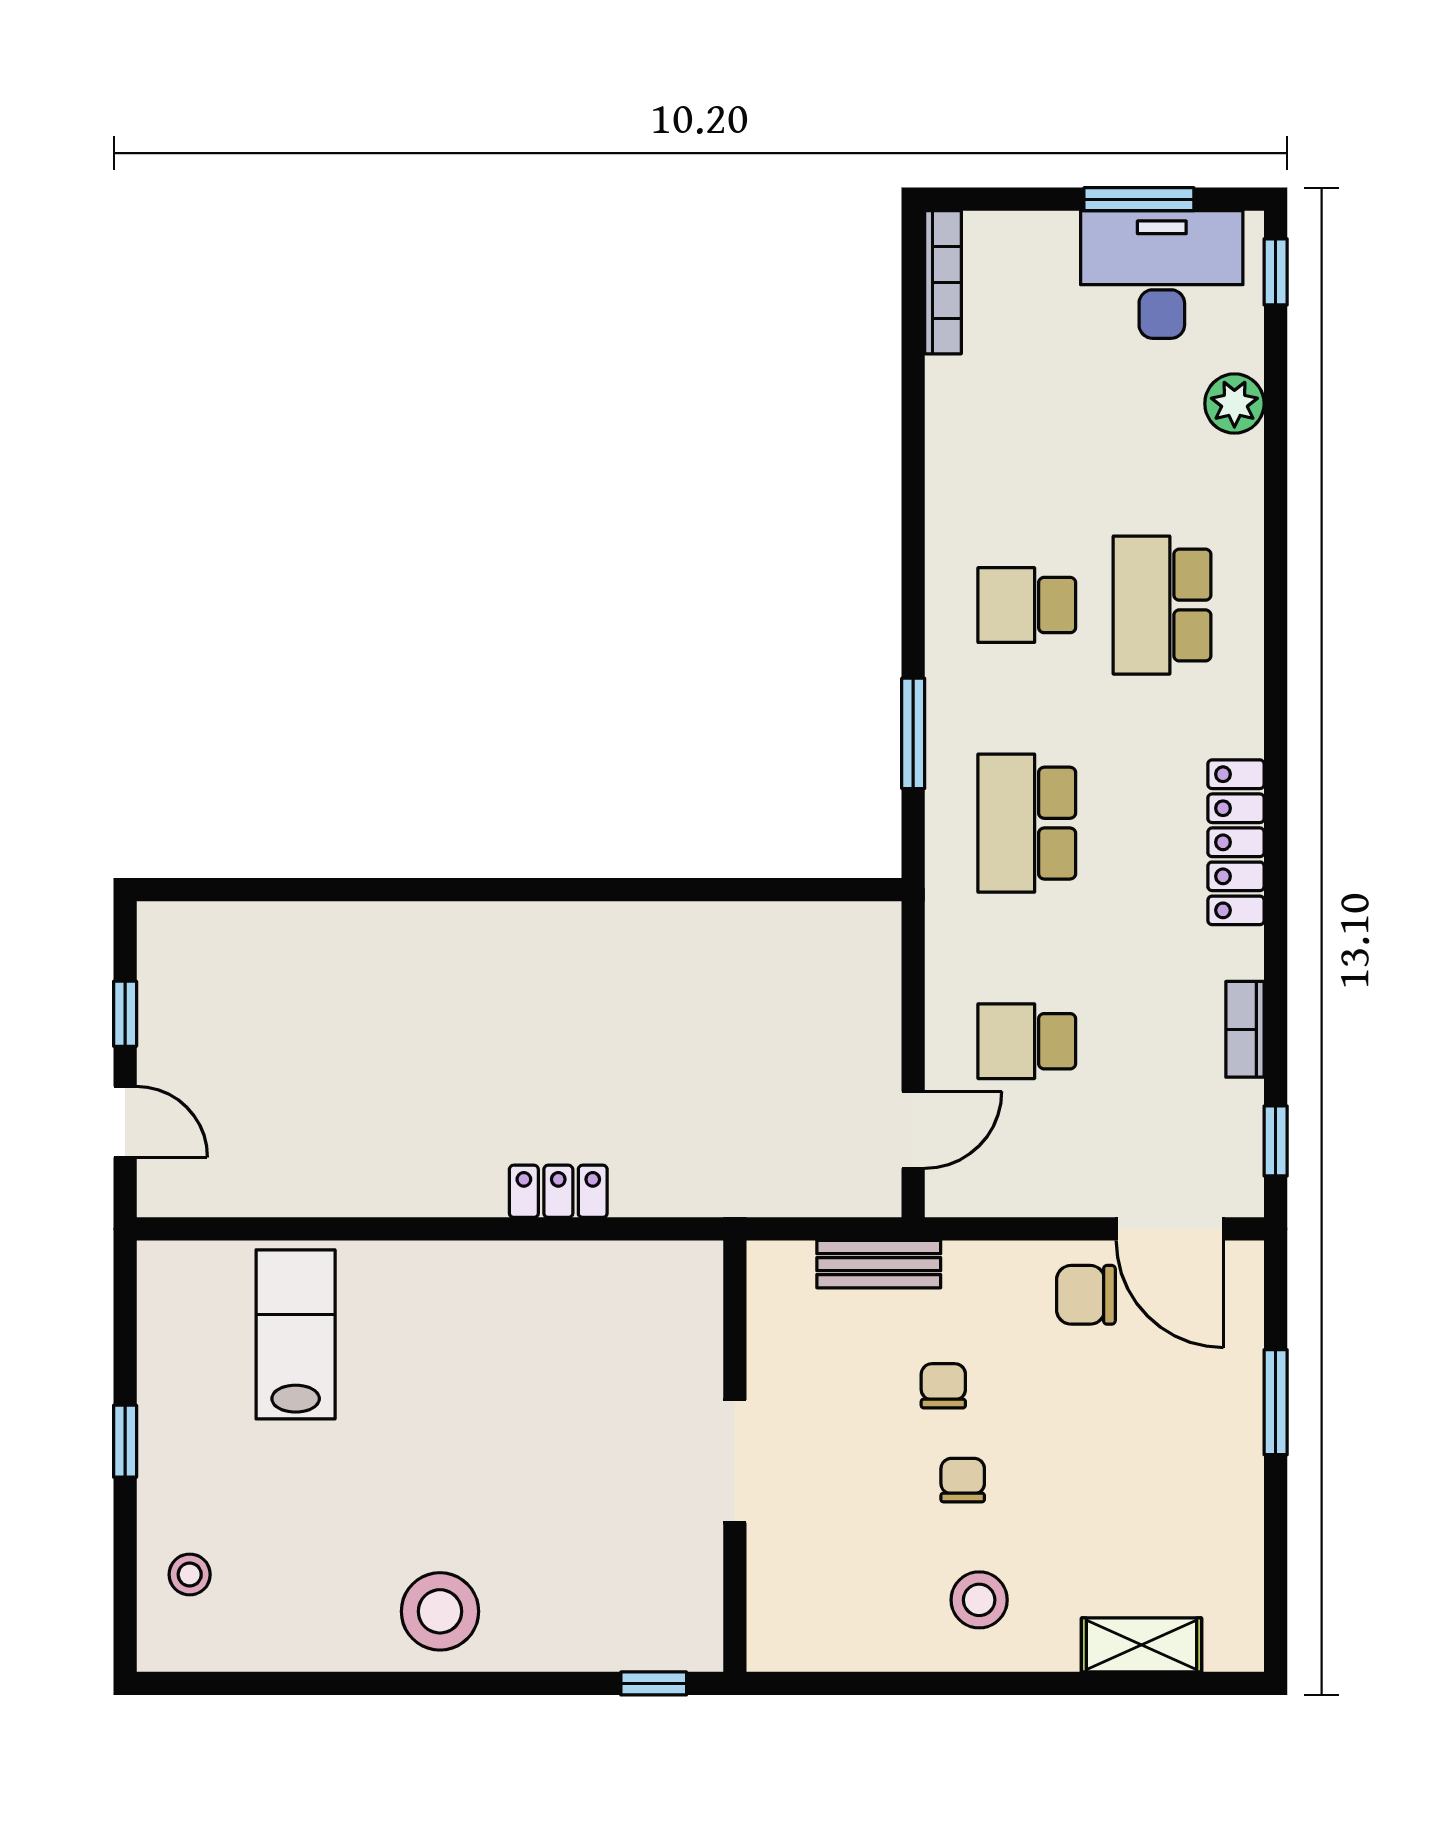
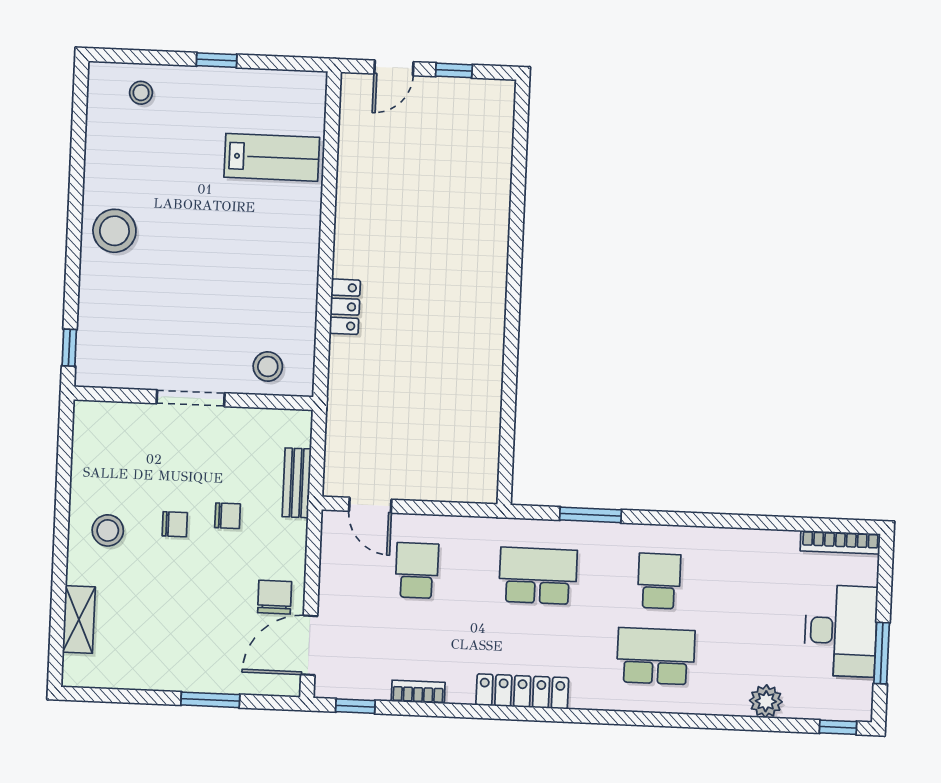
desk: (1162, 275) -> (841, 631), moved
stool: (672, 1325) -> (268, 366), added

